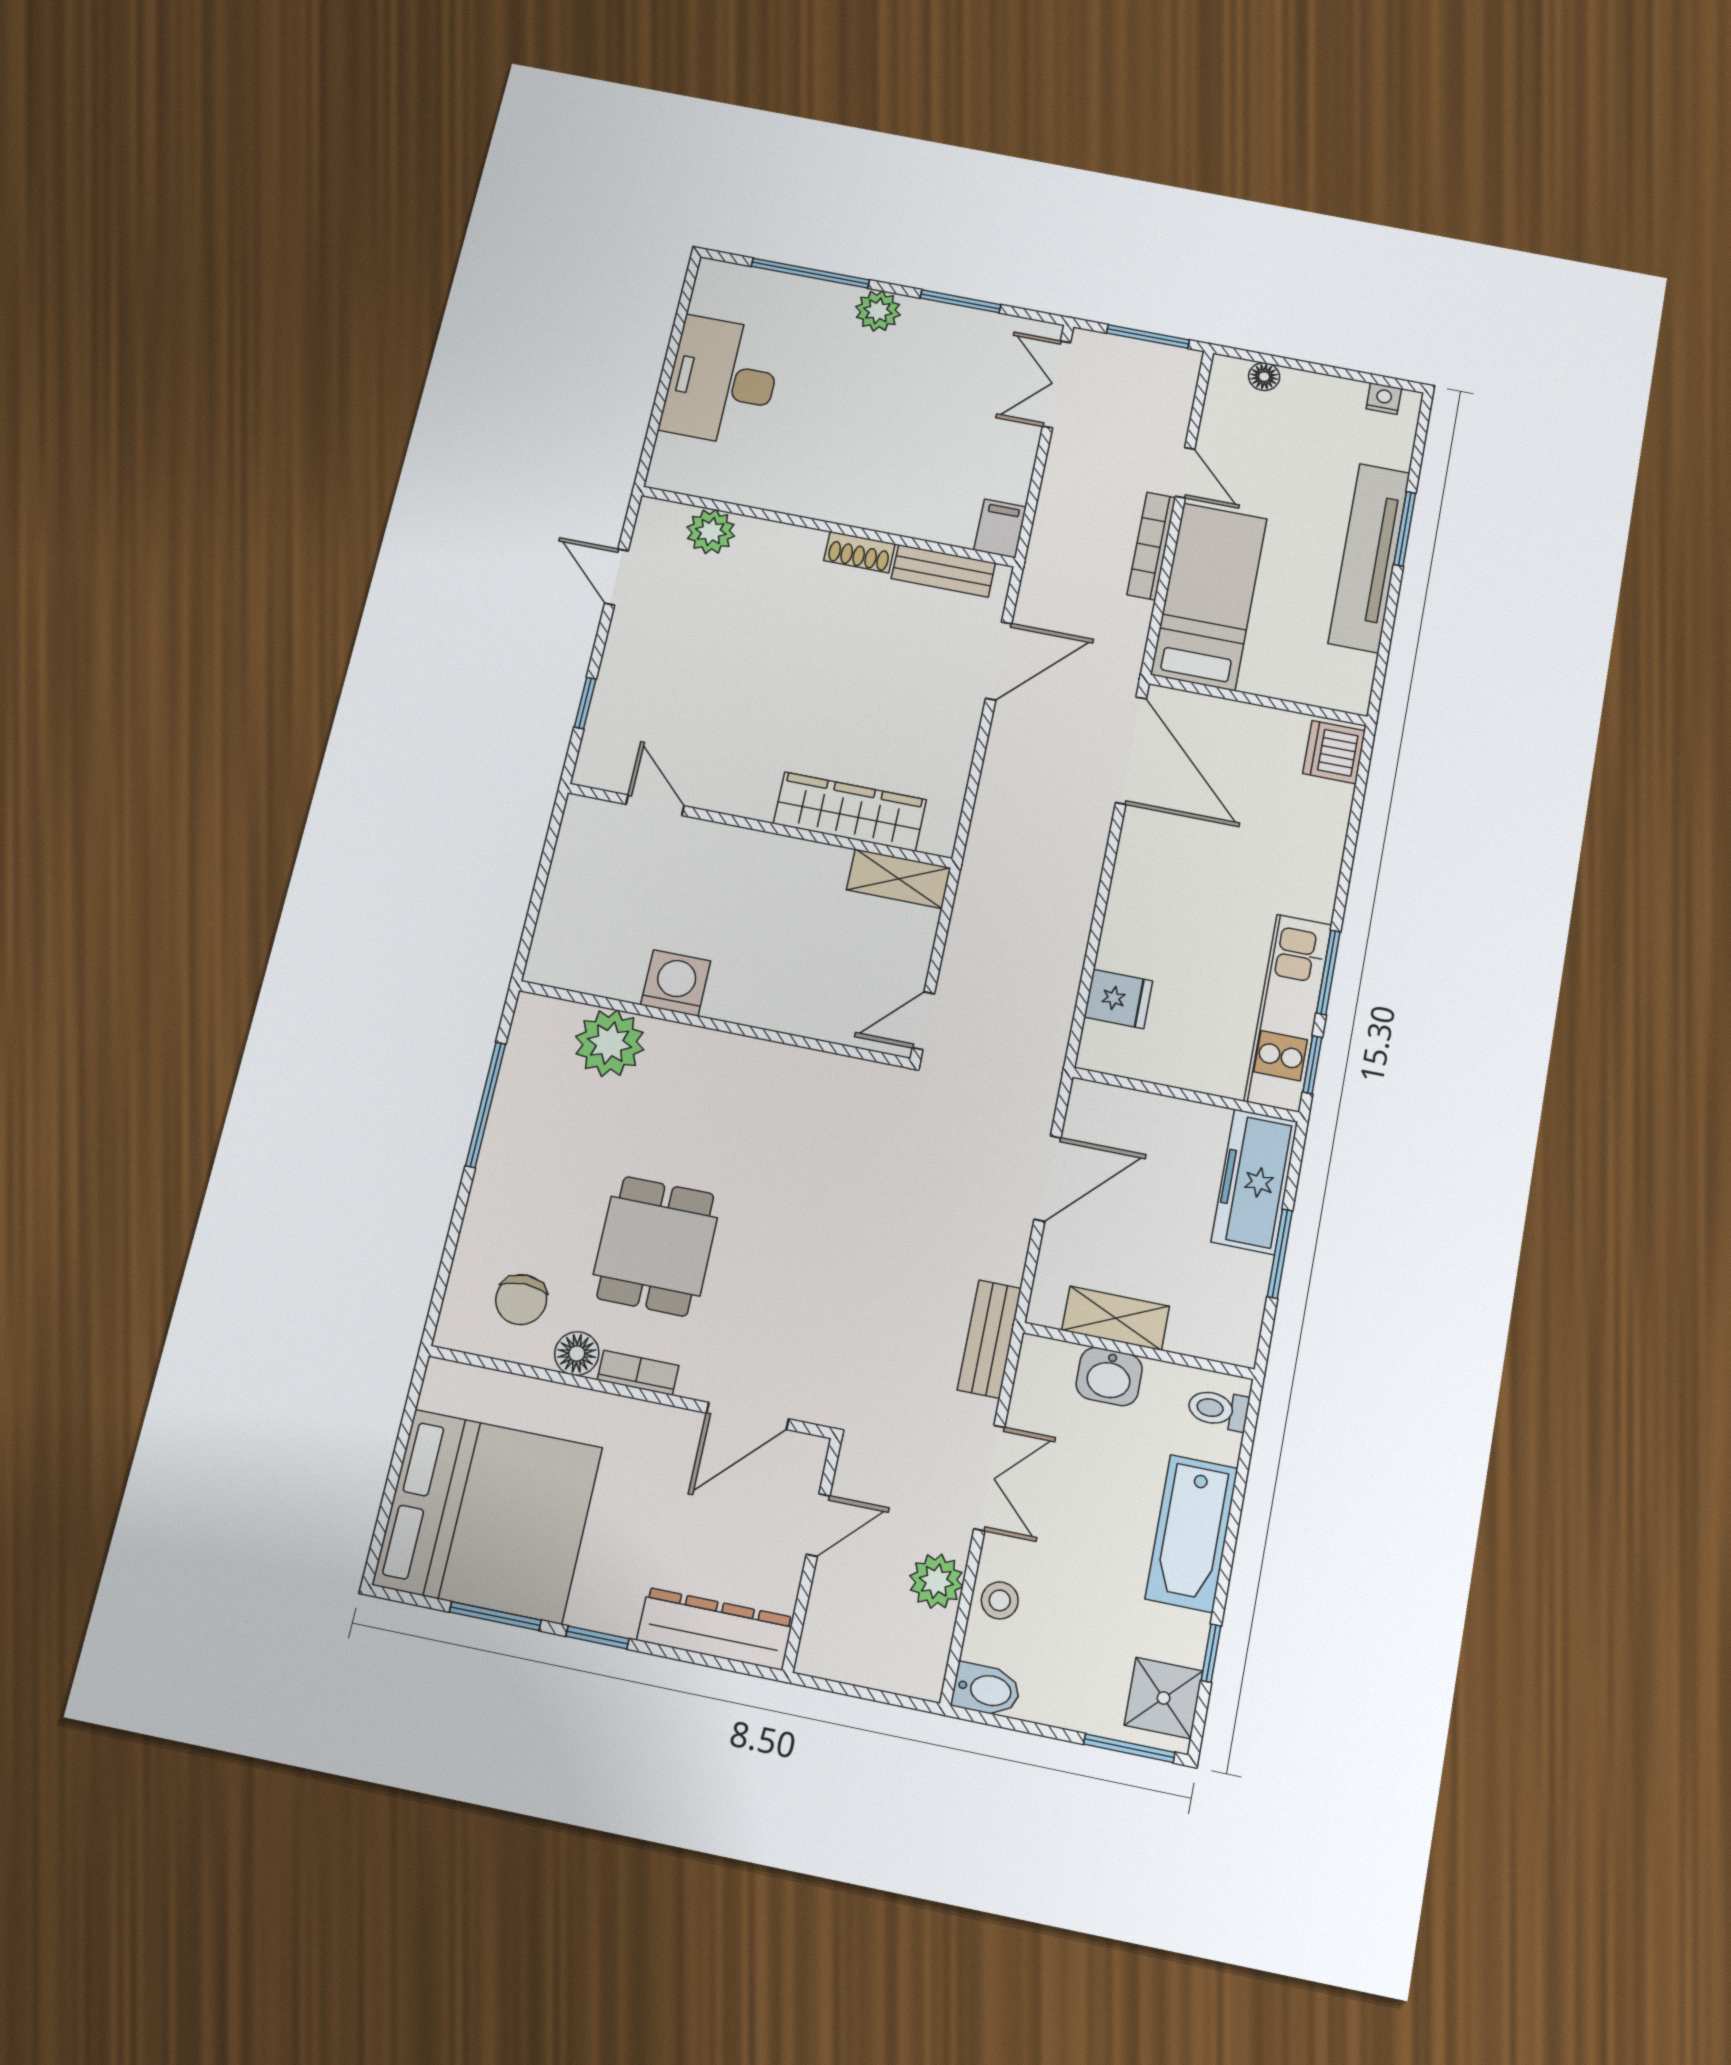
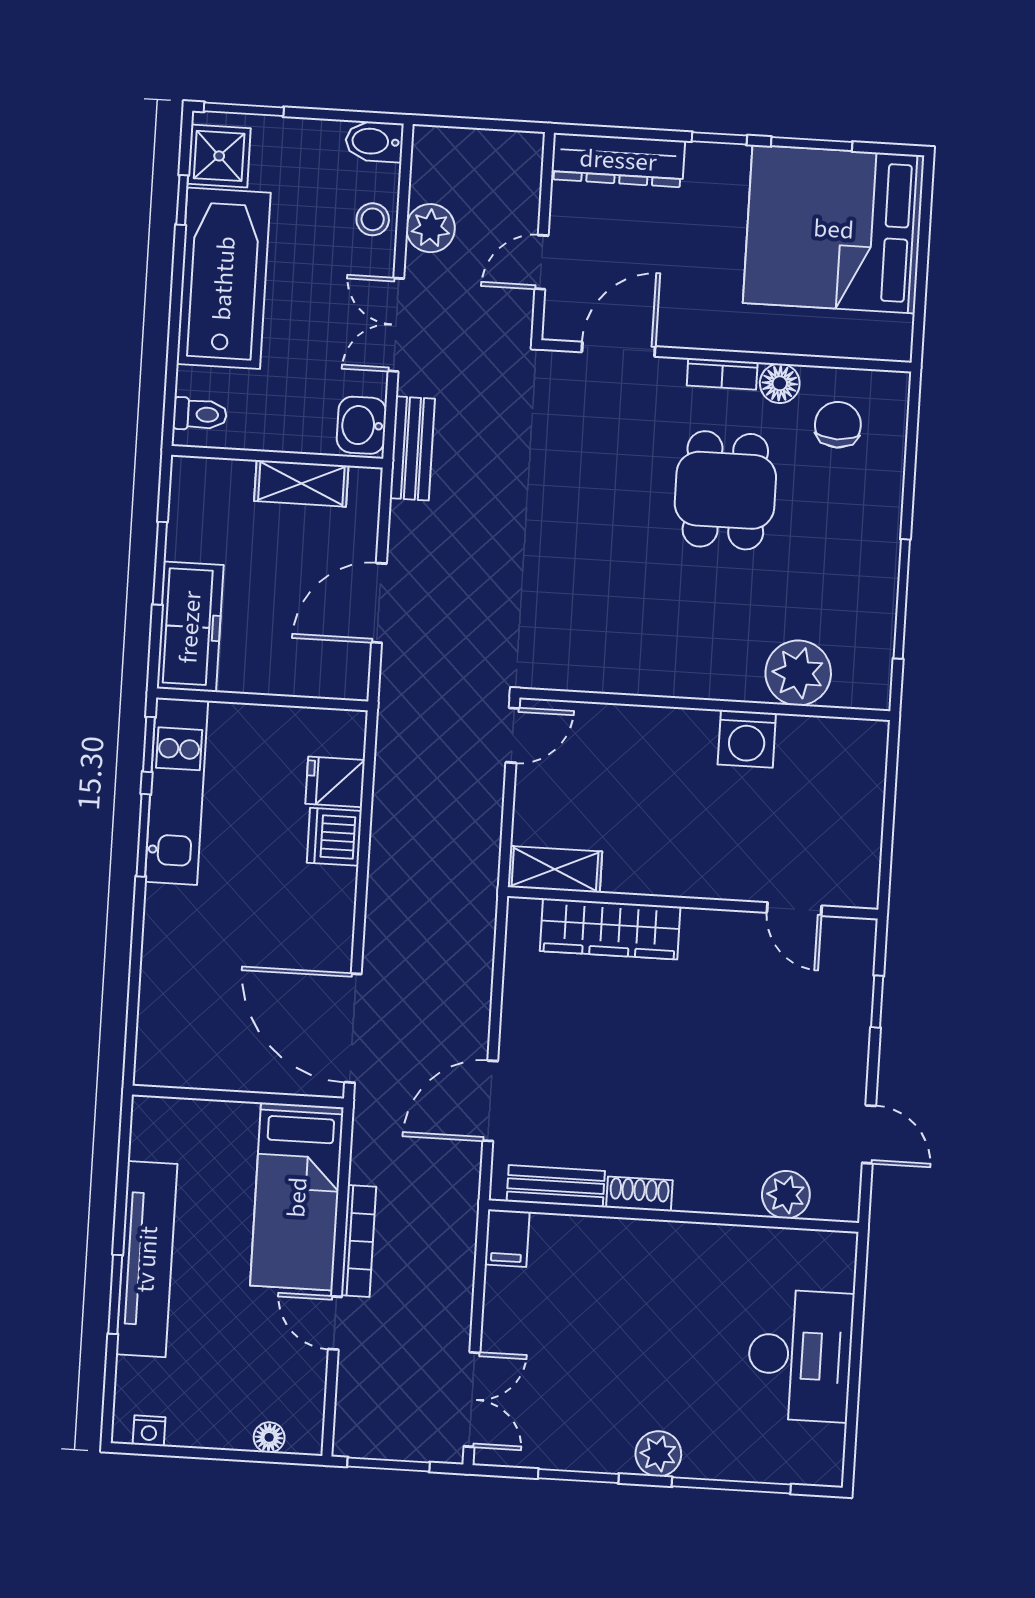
dishwasher: (1334, 752) -> (334, 837), moved, turned 180
washbasin: (1109, 1377) -> (361, 425), moved, turned -90
bathtub: (1192, 1533) -> (224, 278), width x1.36, depth x1.36

